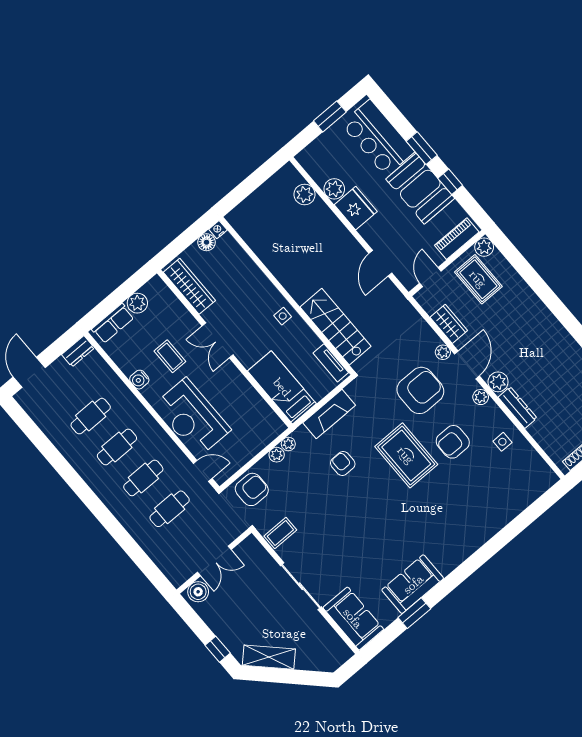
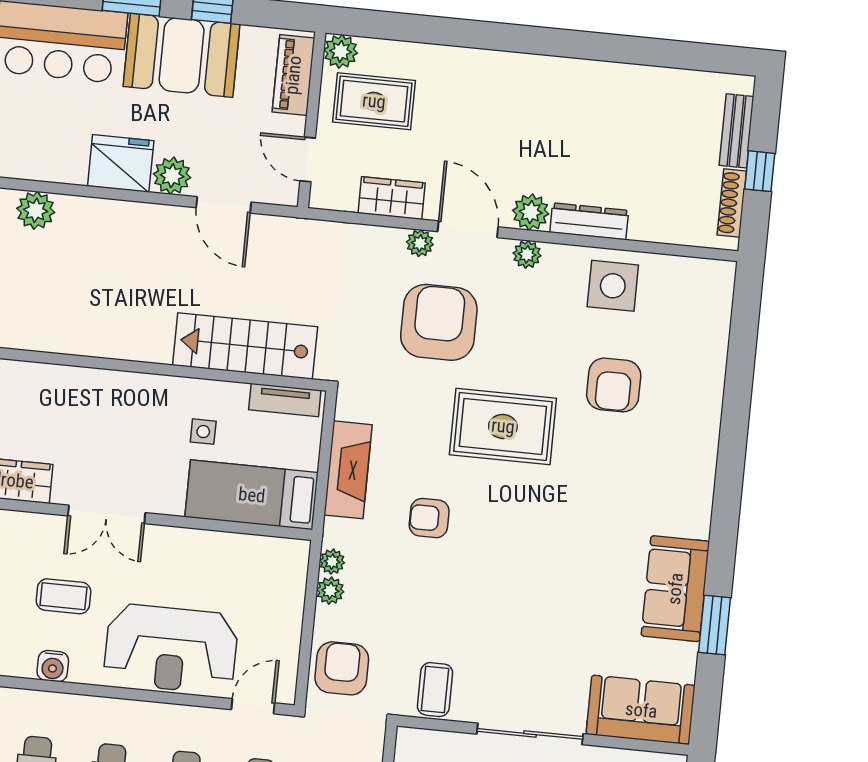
plant: (334, 189) -> (172, 176), moved
side table: (283, 316) -> (203, 432), moved
armchair: (453, 442) -> (614, 385), moved
side table: (502, 442) -> (613, 286), width x1.87, depth x1.87

